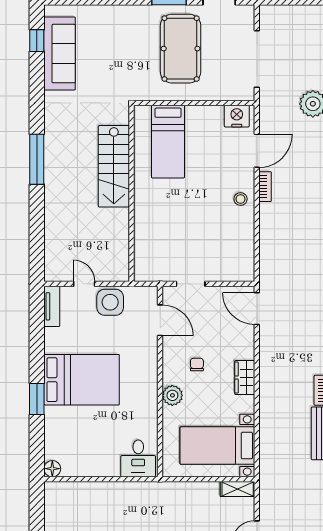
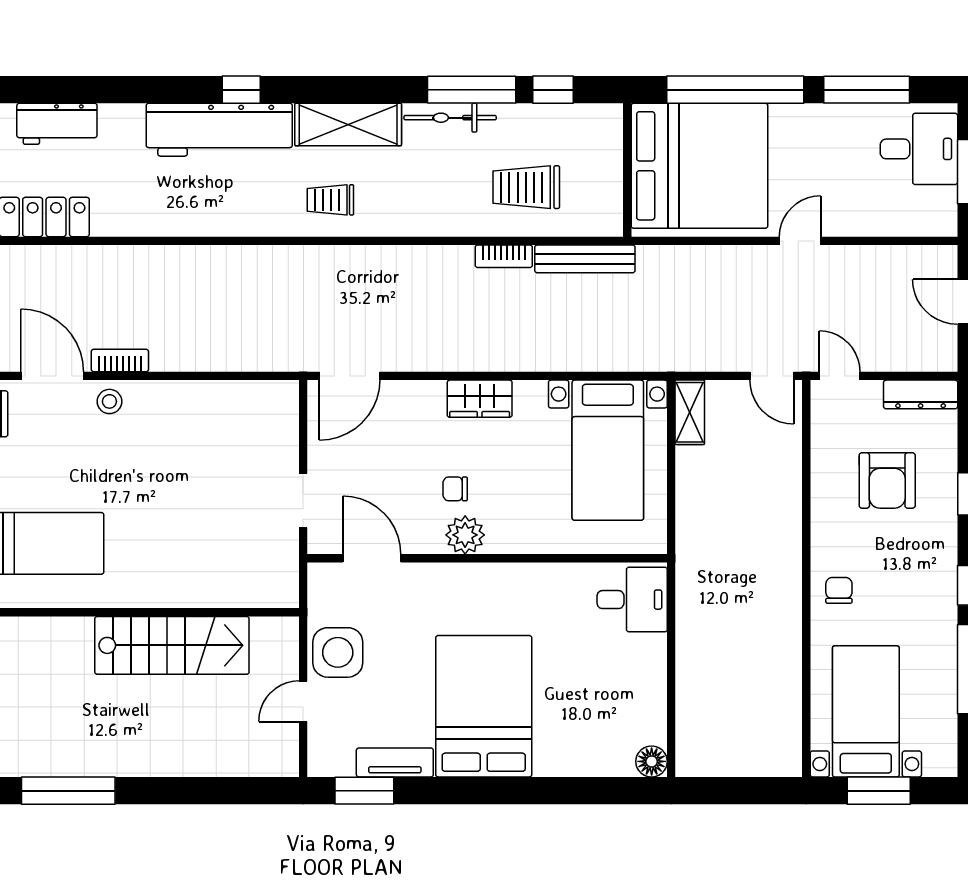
stairs: (114, 166) -> (172, 645), moved
stool: (241, 199) -> (109, 401), moved
tv unit: (52, 306) -> (395, 762), moved
door: (160, 320) -> (372, 558), hinge flipped
plant: (172, 395) -> (465, 535), moved
window: (37, 399) -> (364, 791), moved

